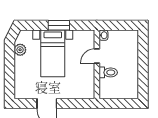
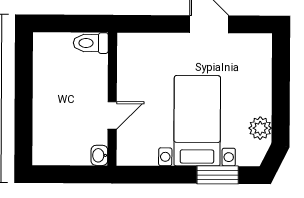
window: (59, 25) -> (218, 175), moved
toilet: (108, 72) -> (91, 43), moved

